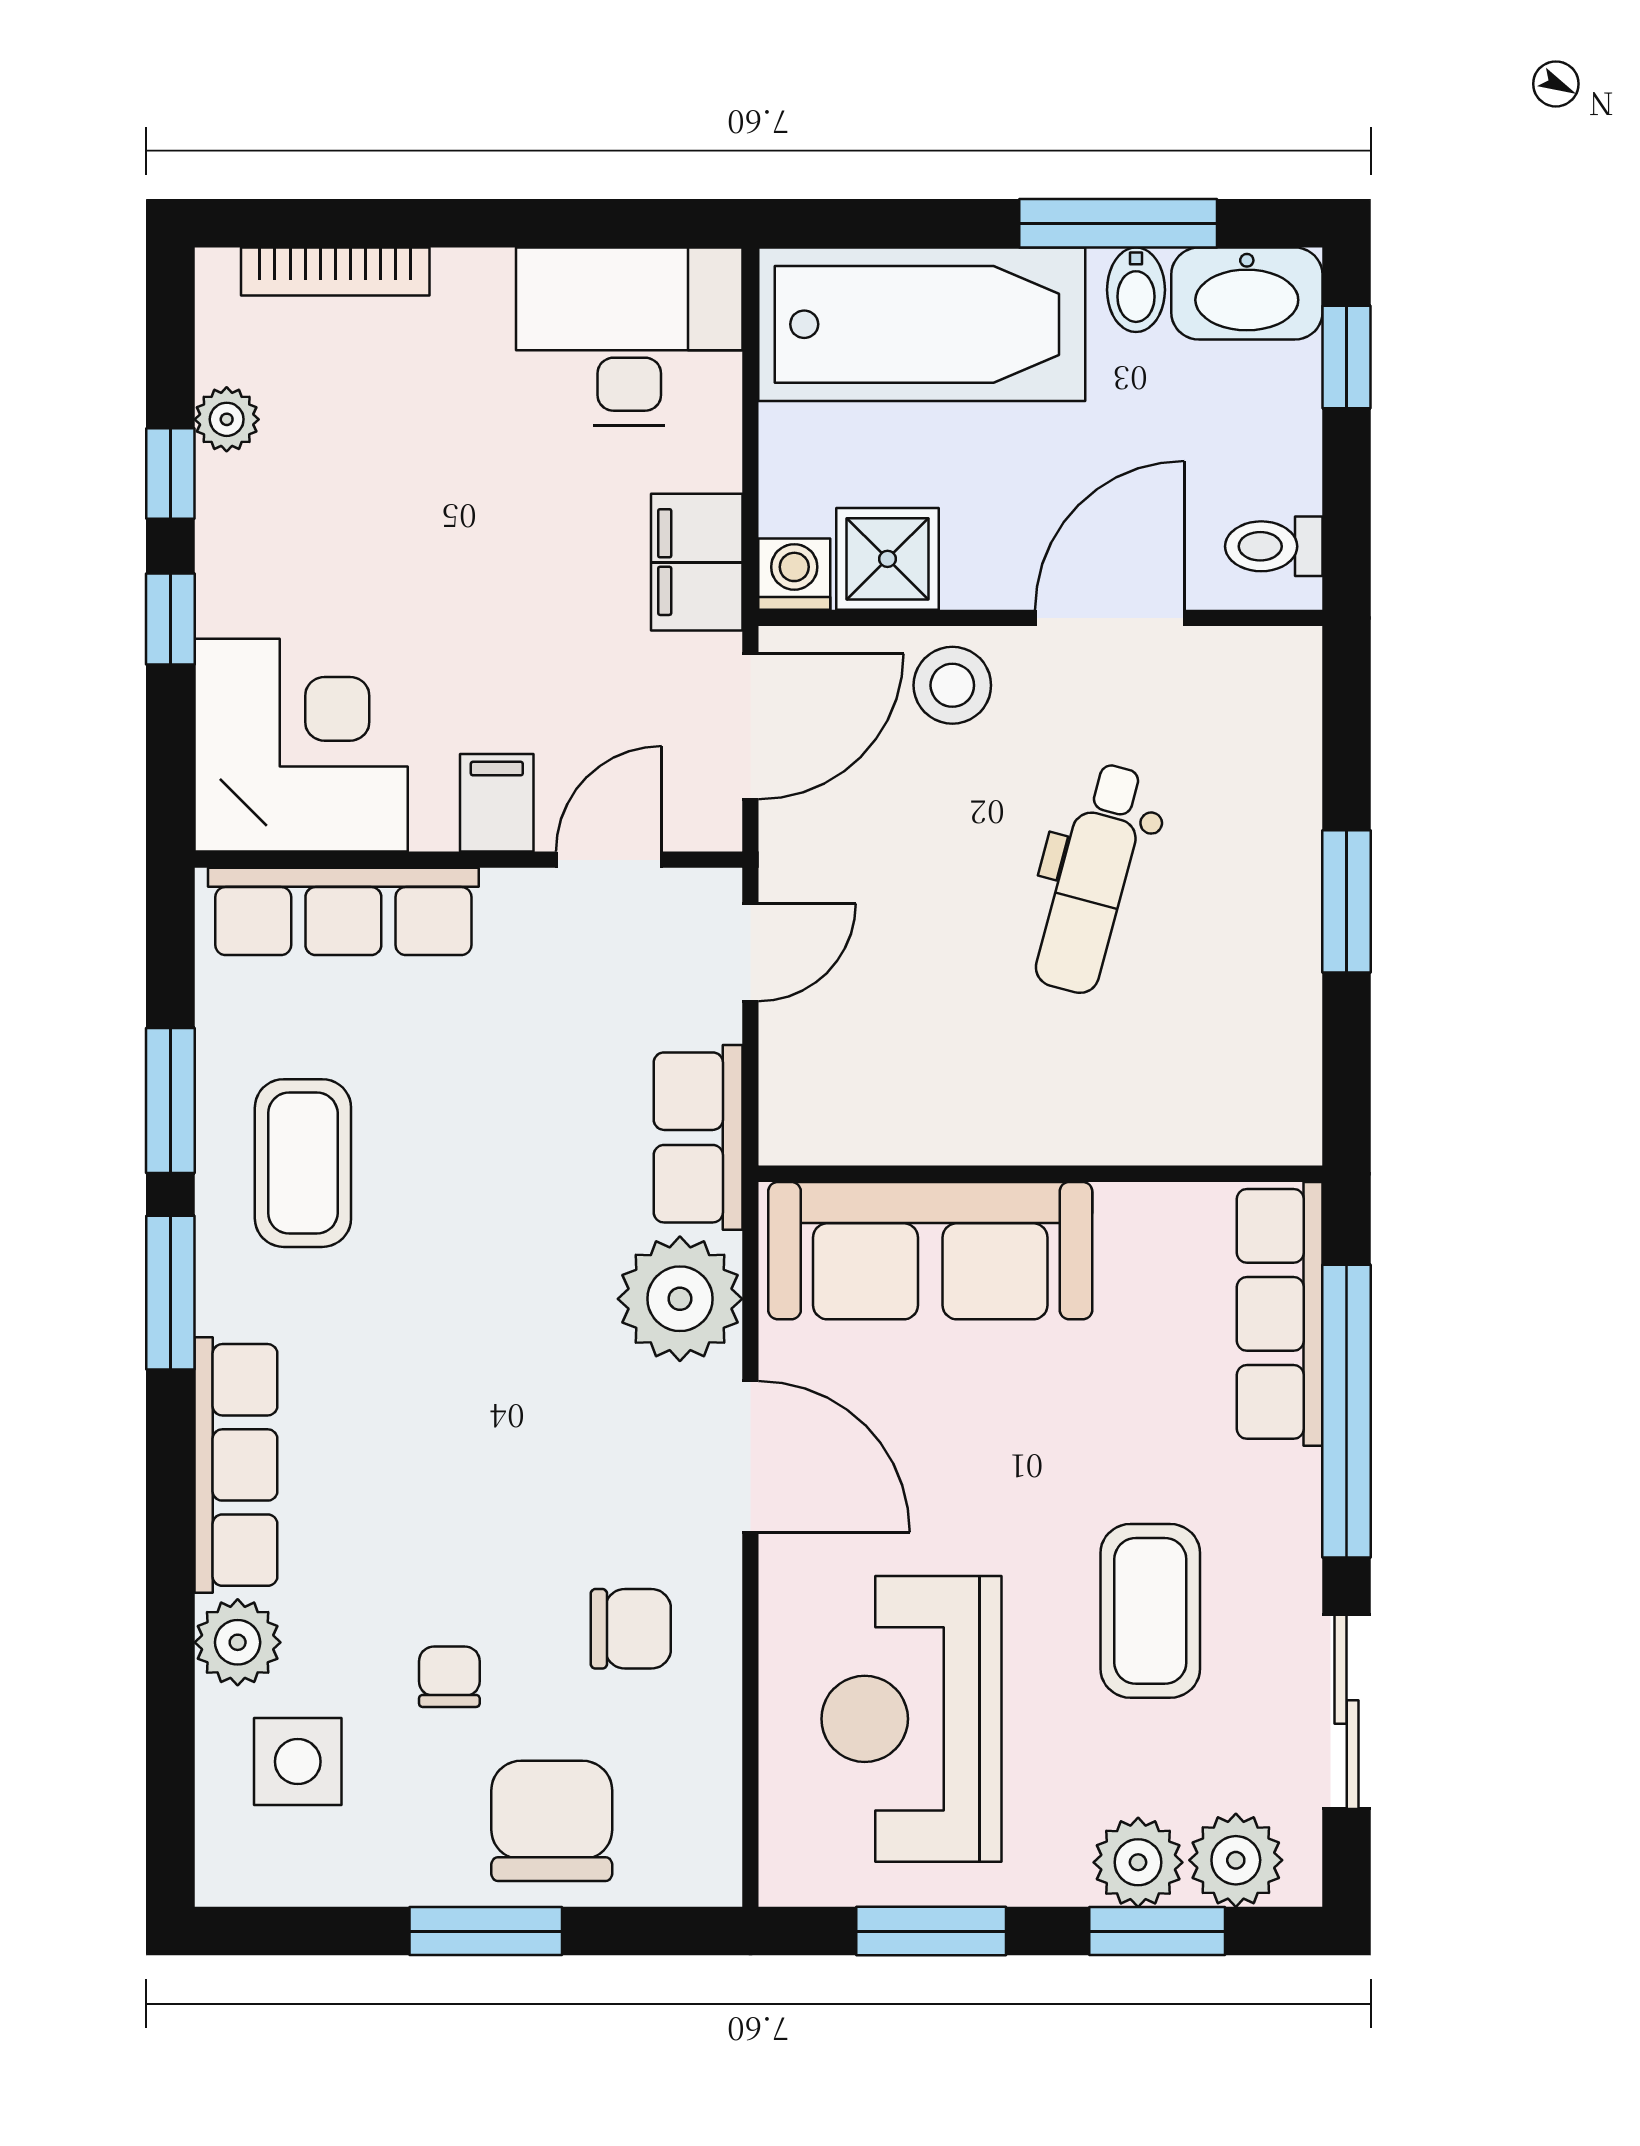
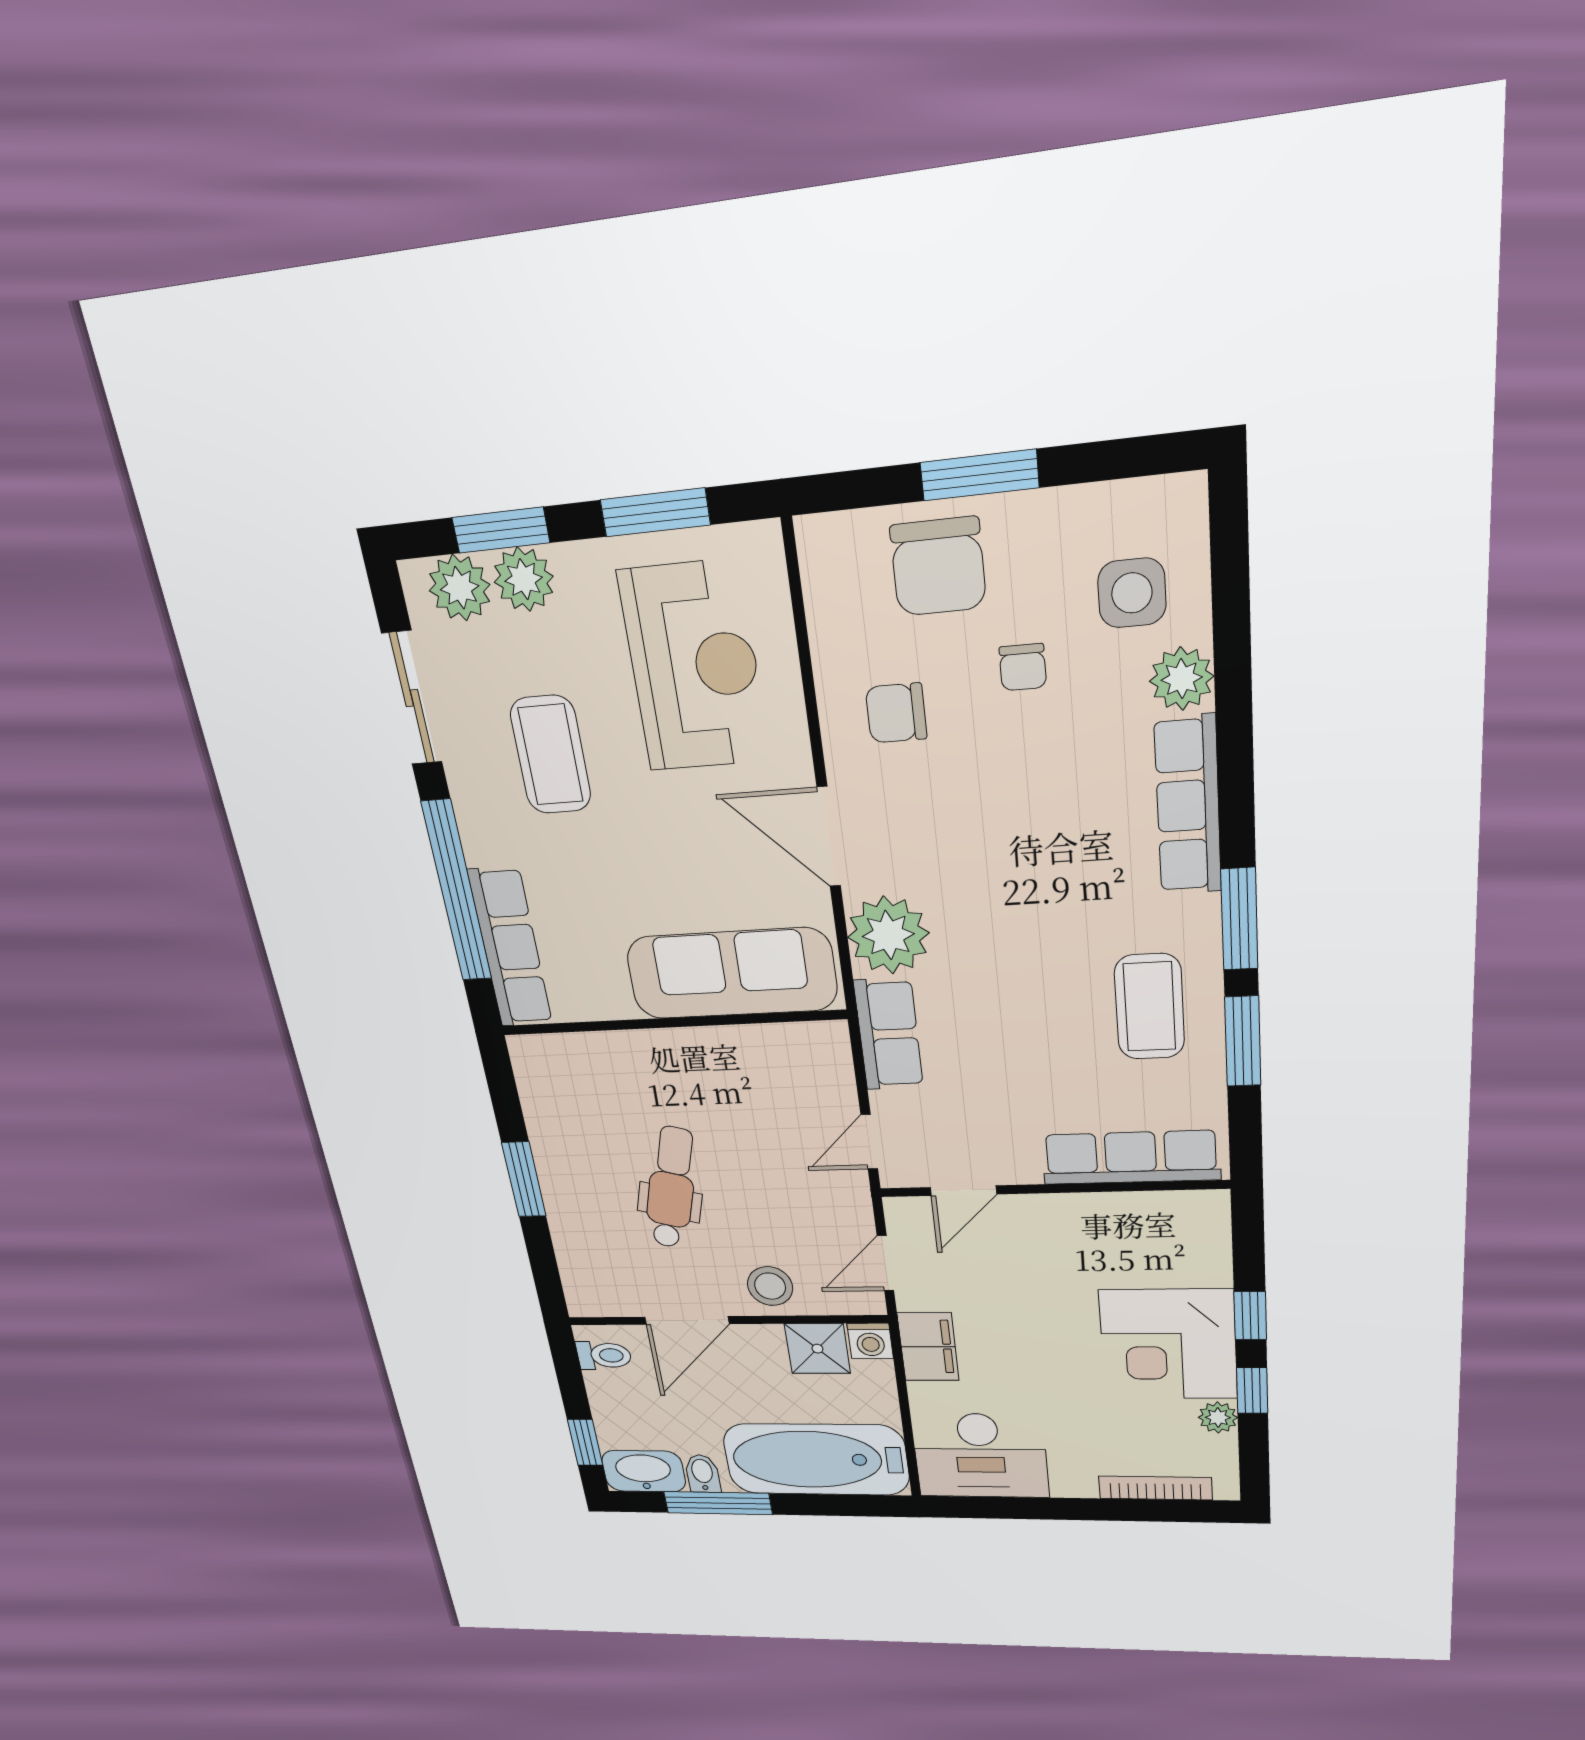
door: (750, 727) -> (885, 1263), width x0.73
corner desk: (301, 745) -> (1168, 1344), moved
filing cabinet: (497, 803) -> (1037, 1220), removed

